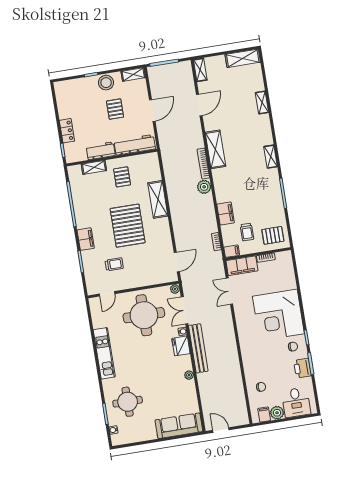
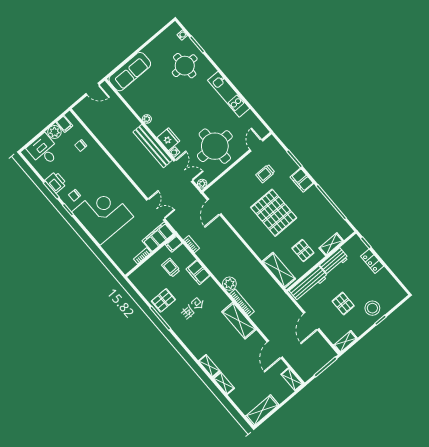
stool: (106, 83) -> (372, 308), moved
shelving: (271, 157) -> (209, 366), moved
shelving: (158, 199) -> (279, 270), moved
pallet: (273, 235) -> (163, 300), moved

